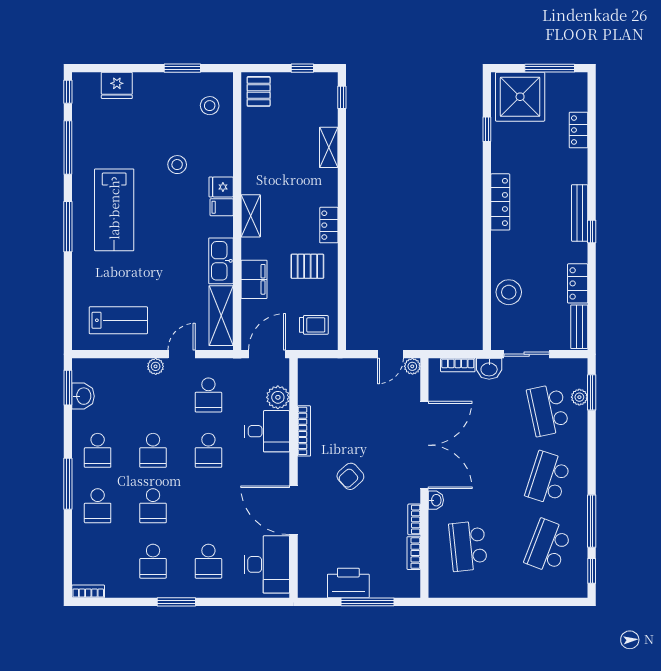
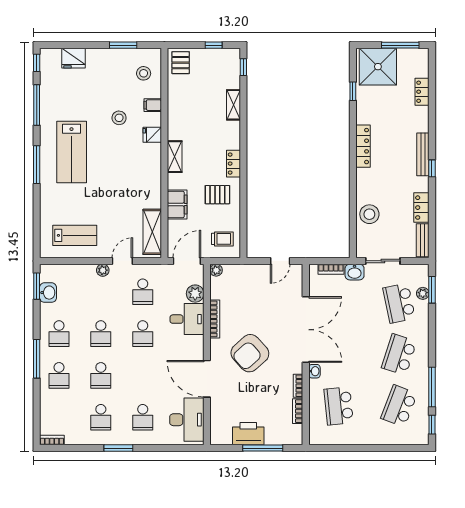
filing cabinet: (222, 207) -> (153, 105), moved
kitchen sink: (221, 261) -> (152, 191), removed
plant: (412, 366) -> (216, 270), moved
armchair: (350, 476) -> (250, 353), width x1.88, depth x1.88

